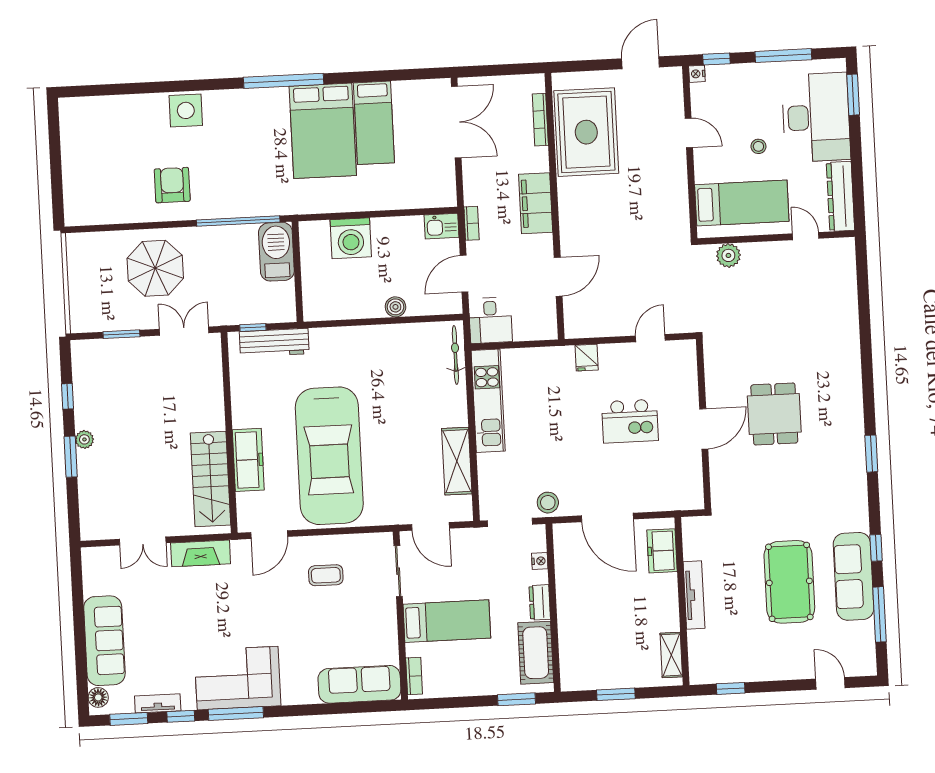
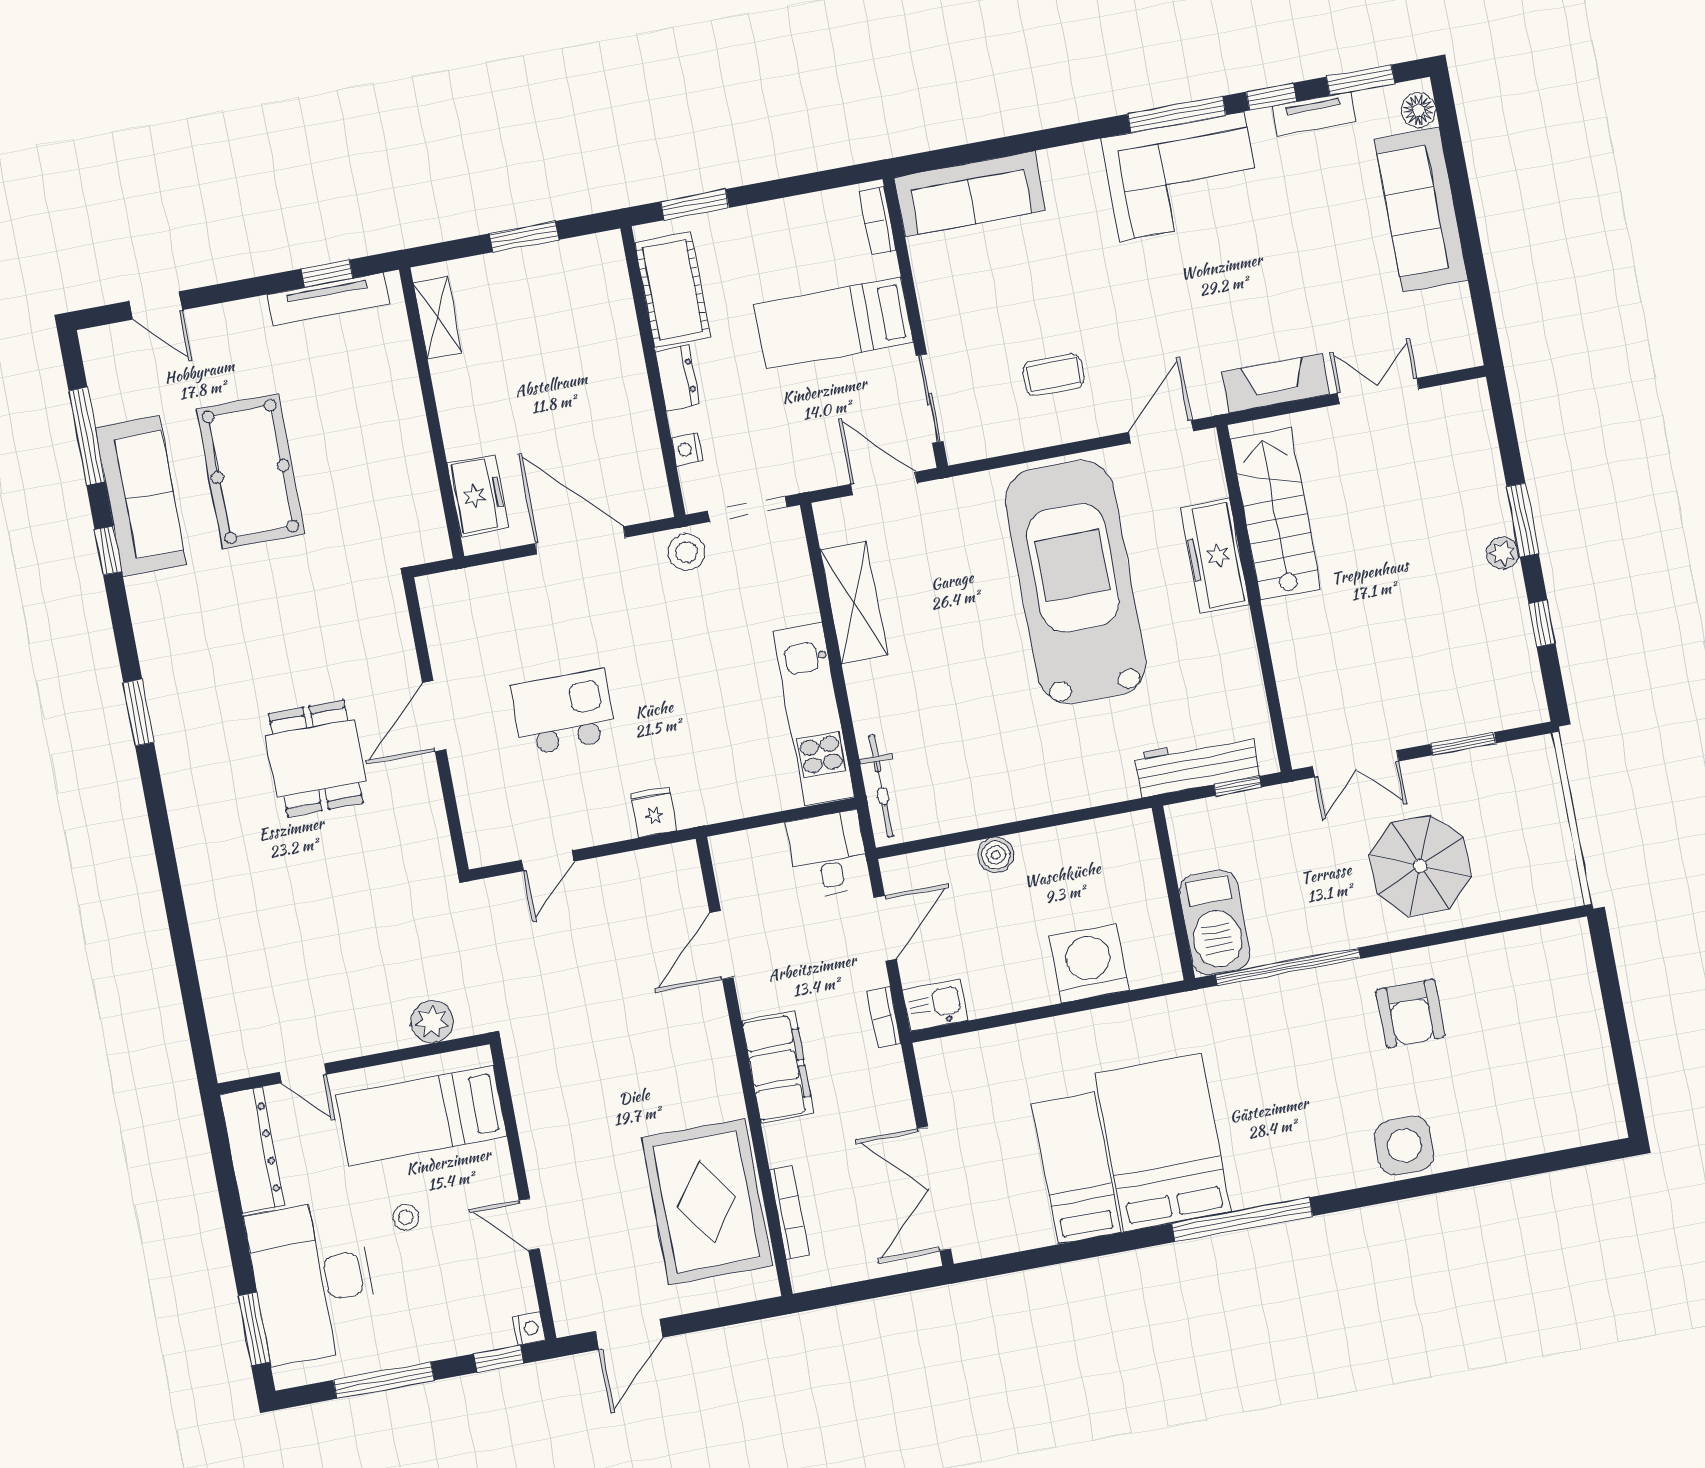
tv unit: (694, 595) -> (328, 299), moved, turned -90

